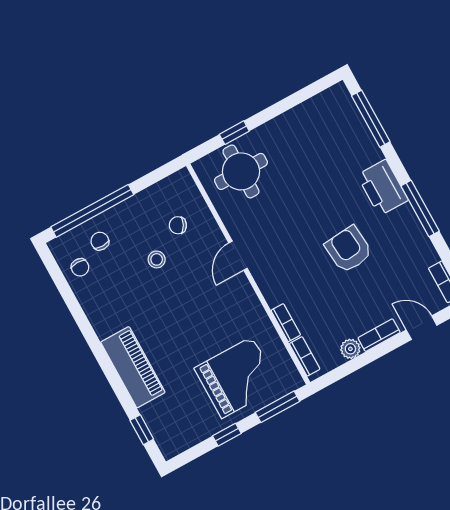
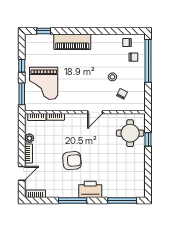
door: (238, 256) -> (95, 112), swing flipped

